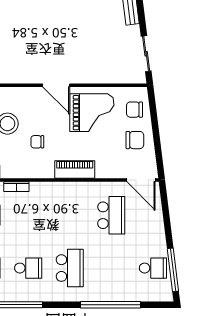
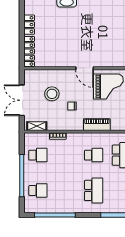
school desk: (28, 268) -> (94, 155), moved

